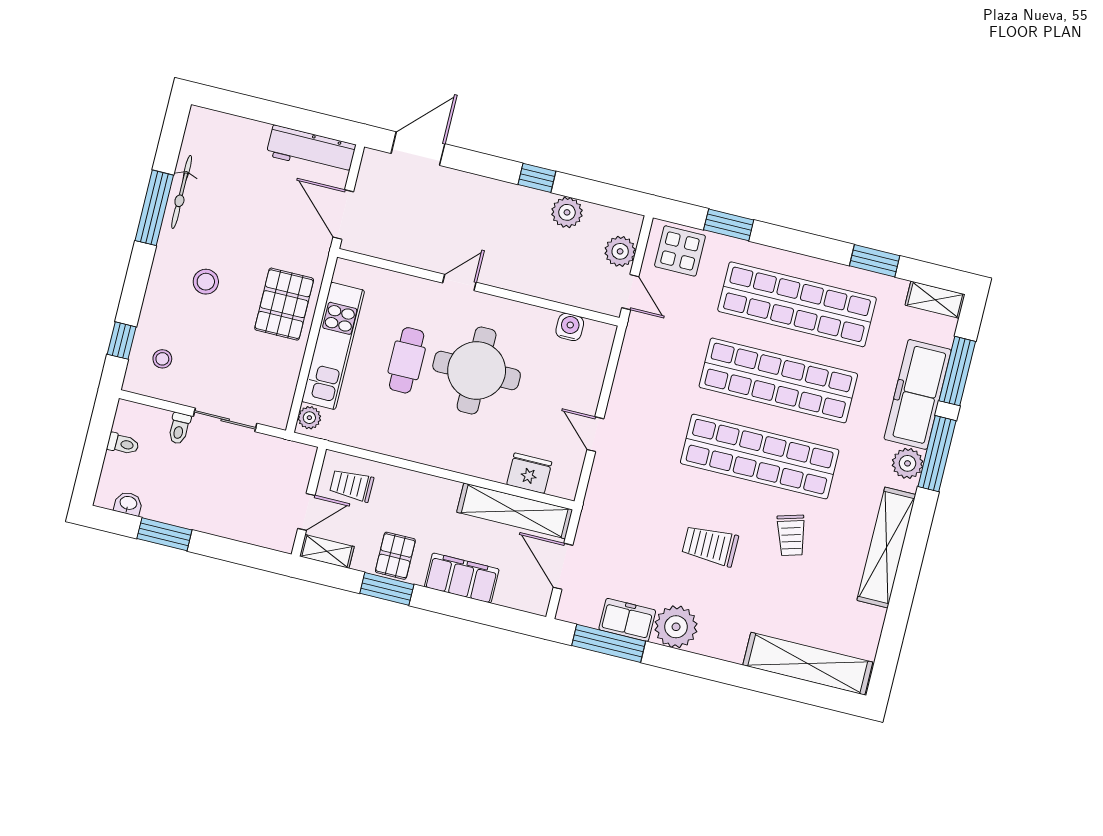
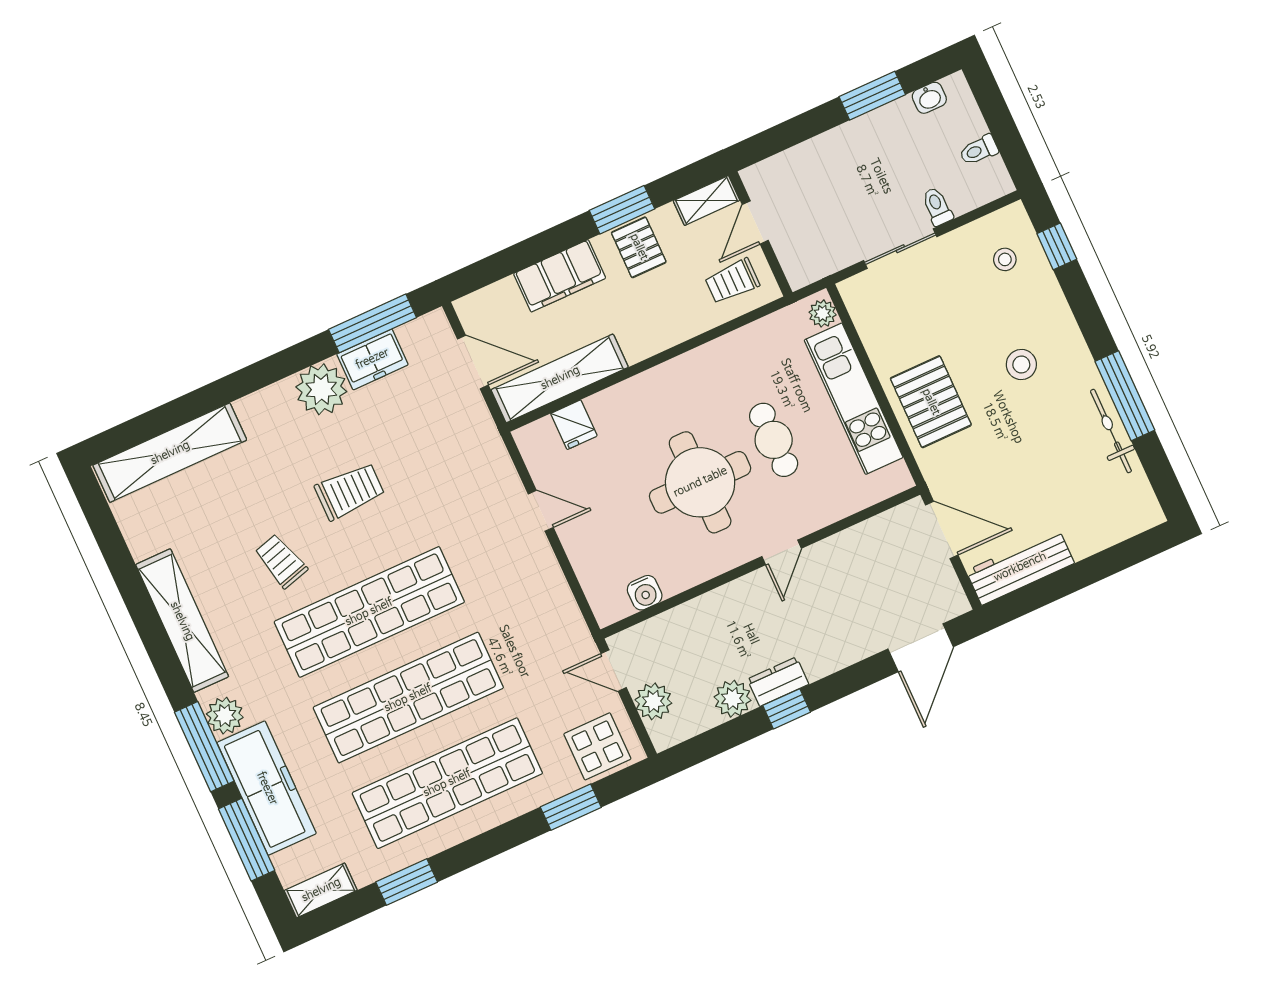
dresser: (529, 200) -> (778, 682), added
fridge: (529, 473) -> (574, 425), width x0.72
trolley: (352, 485) -> (732, 281), turned 180

